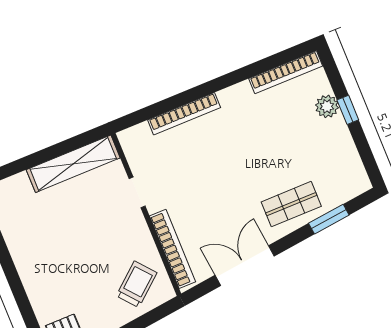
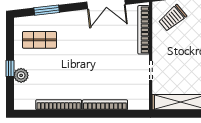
bookcase: (286, 72) -> (59, 105), moved
shop shelf: (291, 204) -> (39, 40), moved

